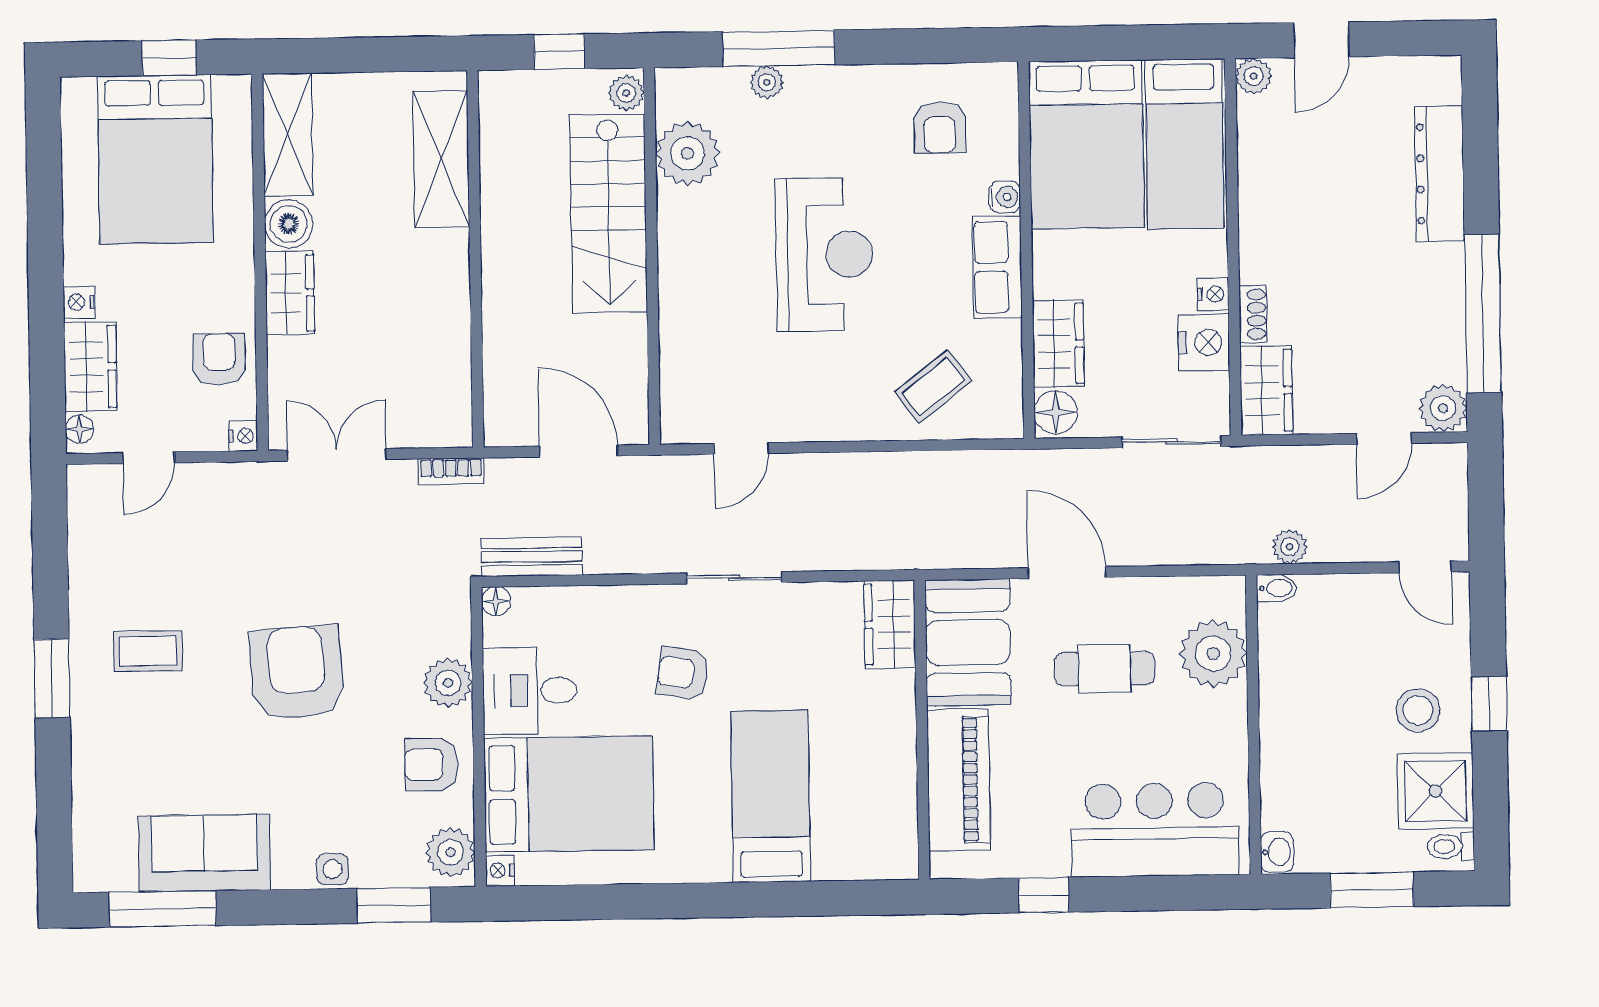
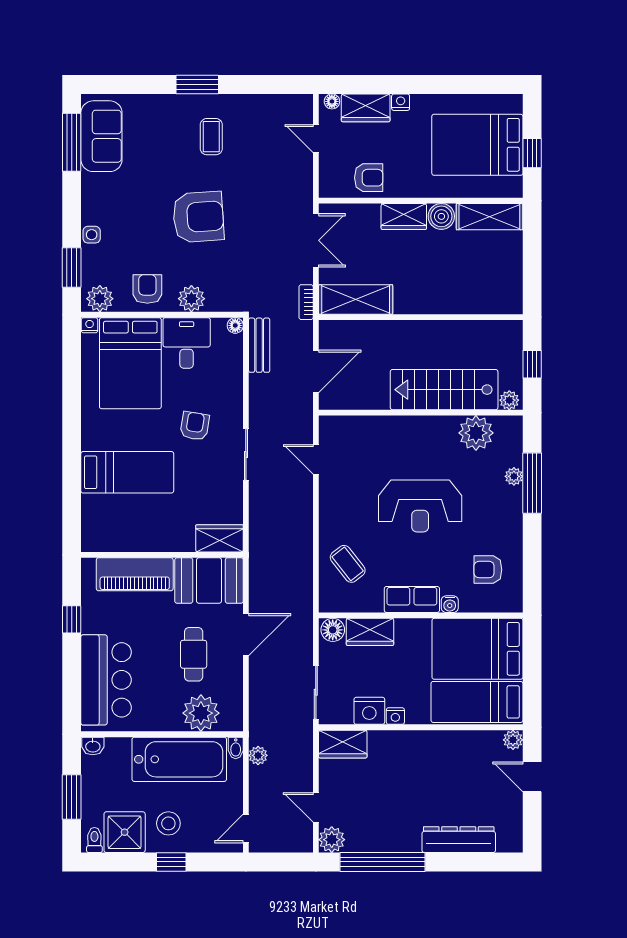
shelving: (441, 159) -> (356, 299), moved
shoe rack: (1253, 314) -> (384, 738), removed
nightstand: (243, 436) -> (327, 190), removed
bathtub: (1299, 692) -> (179, 759), added
sofa: (204, 853) -> (101, 136), moved

